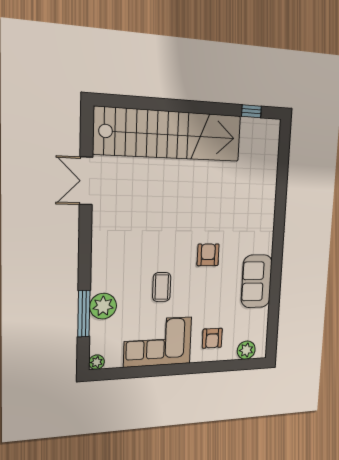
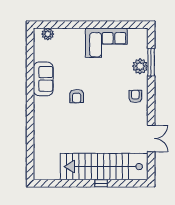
window: (251, 111) -> (101, 183), moved
coffee table: (162, 287) -> (105, 77), removed
armchair: (212, 338) -> (135, 96), moved
plant: (97, 362) -> (143, 32), removed

